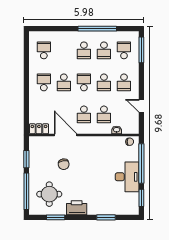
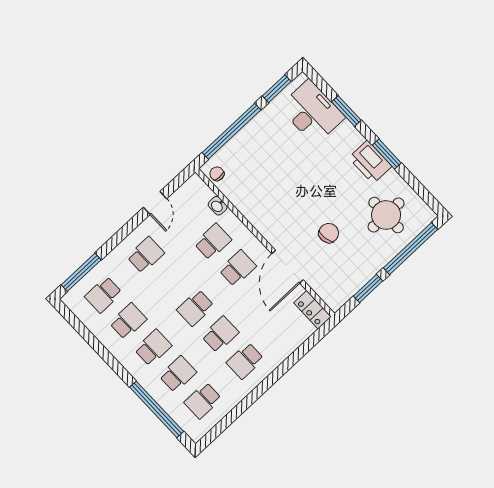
window: (97, 29) -> (157, 409), moved
school desk: (104, 82) -> (178, 374), moved
desk: (127, 177) -> (312, 112), moved, turned 90
window: (56, 217) -> (387, 154), moved

